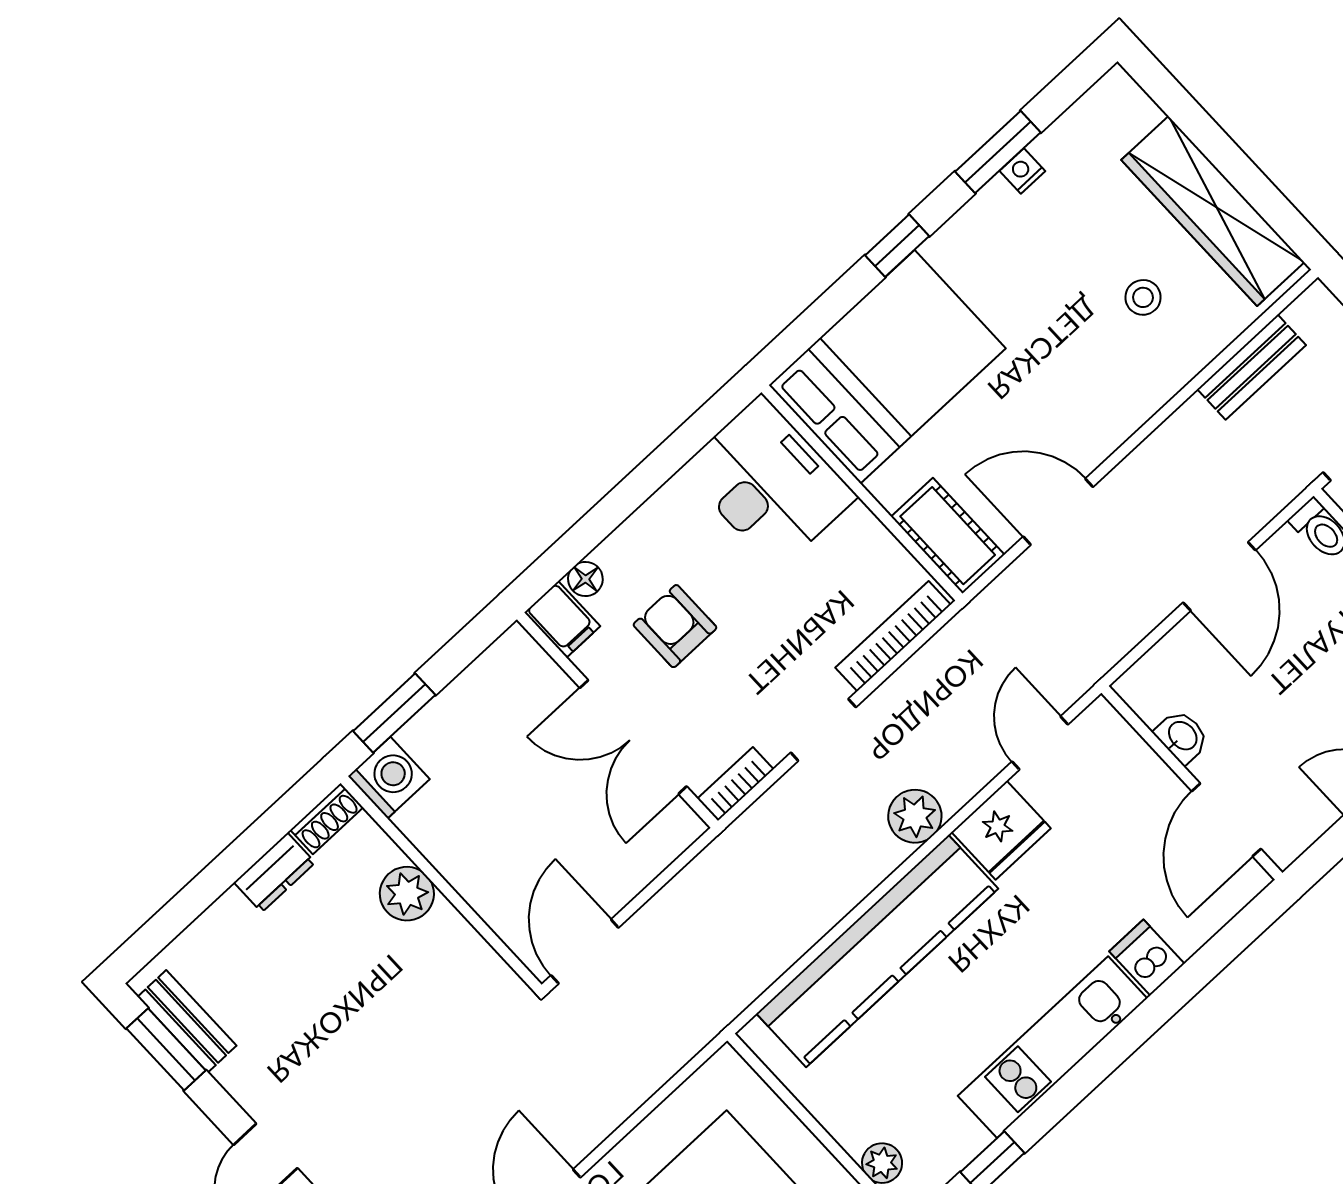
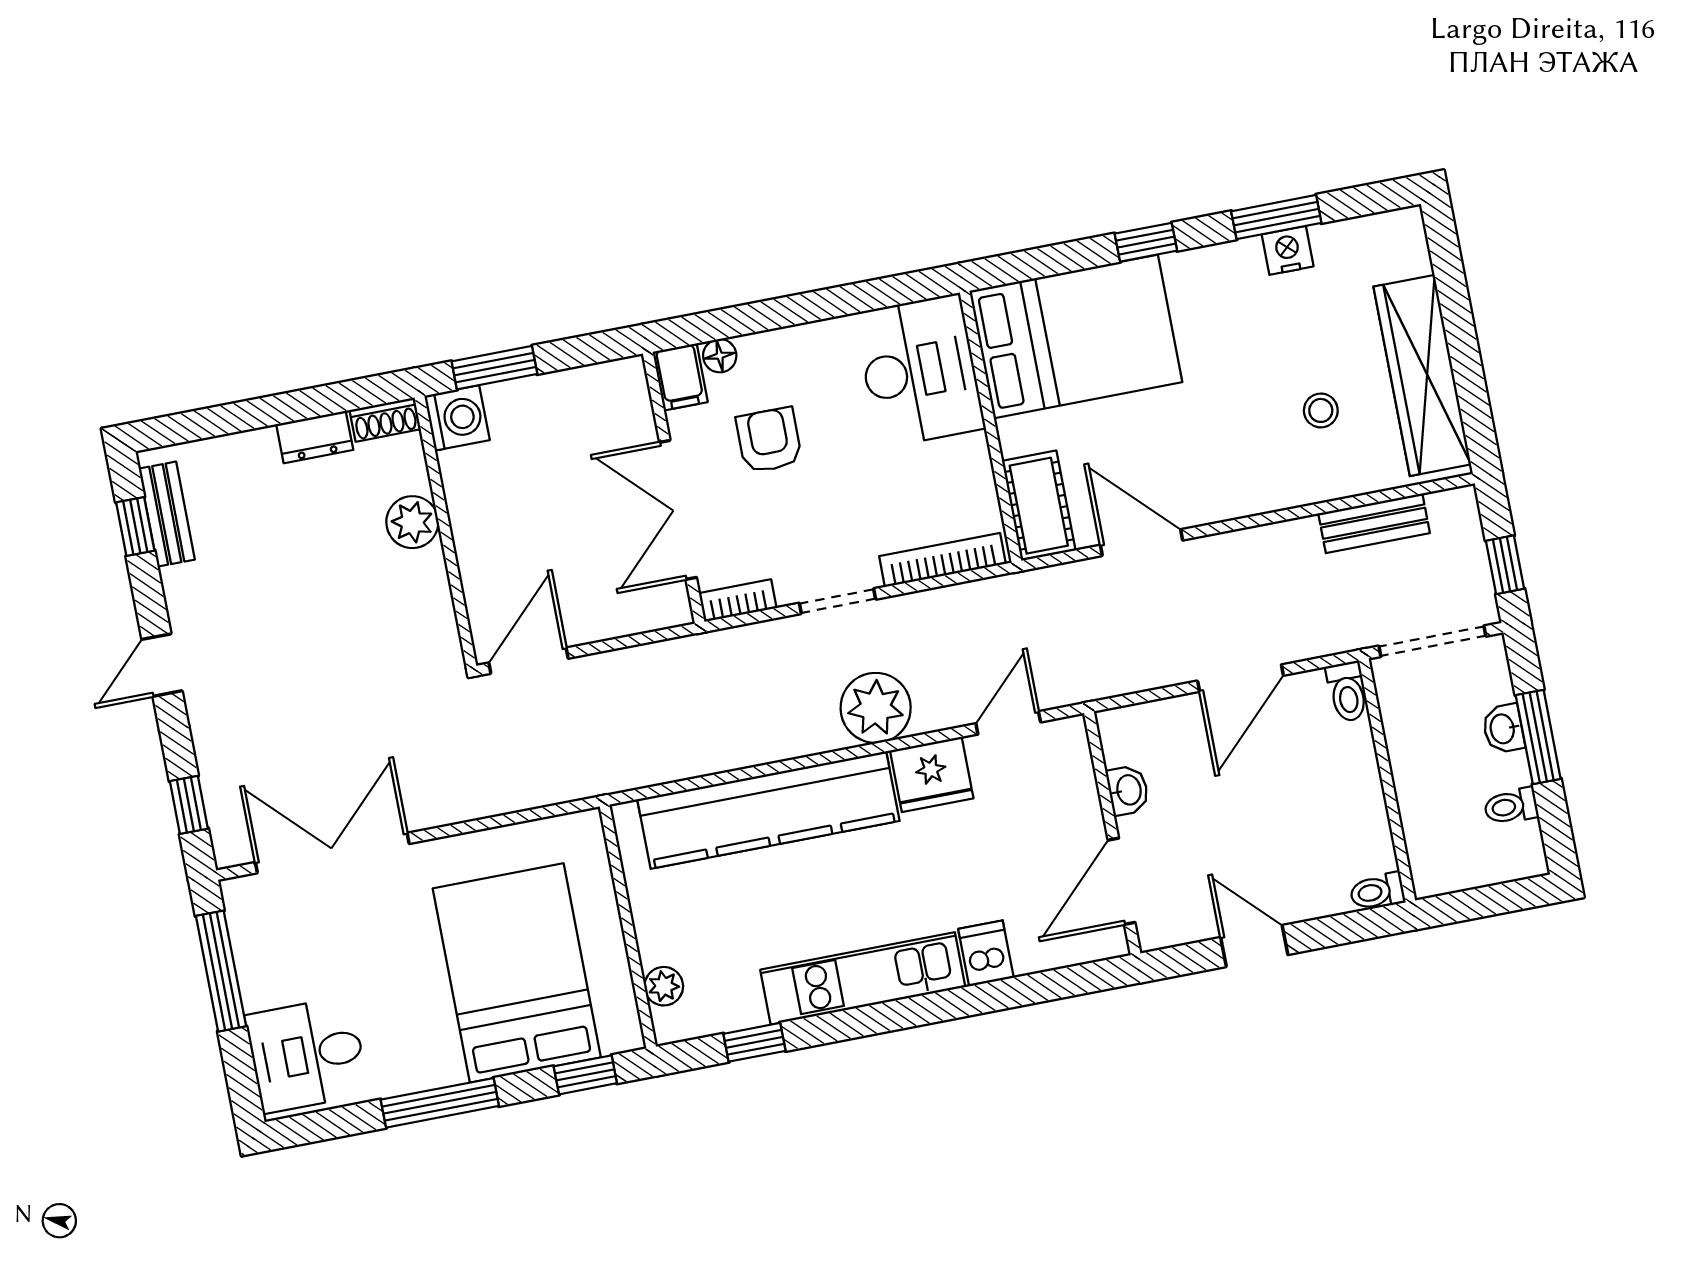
nightstand: (1022, 171) -> (1288, 250), width x1.39, depth x1.35
plant: (915, 816) -> (876, 708), width x1.36, depth x1.36
window: (166, 1049) -> (135, 526), width x0.67

